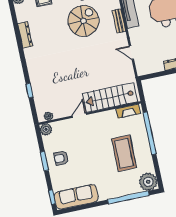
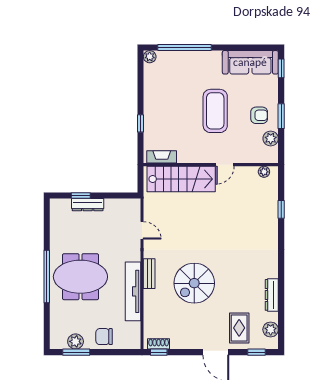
dresser: (25, 35) -> (272, 295), moved
plant: (46, 129) -> (271, 139), moved
window: (150, 133) -> (141, 123), width x0.32
coffee table: (124, 153) -> (215, 111), moved
plant: (148, 182) -> (150, 57), width x0.53, depth x0.53

